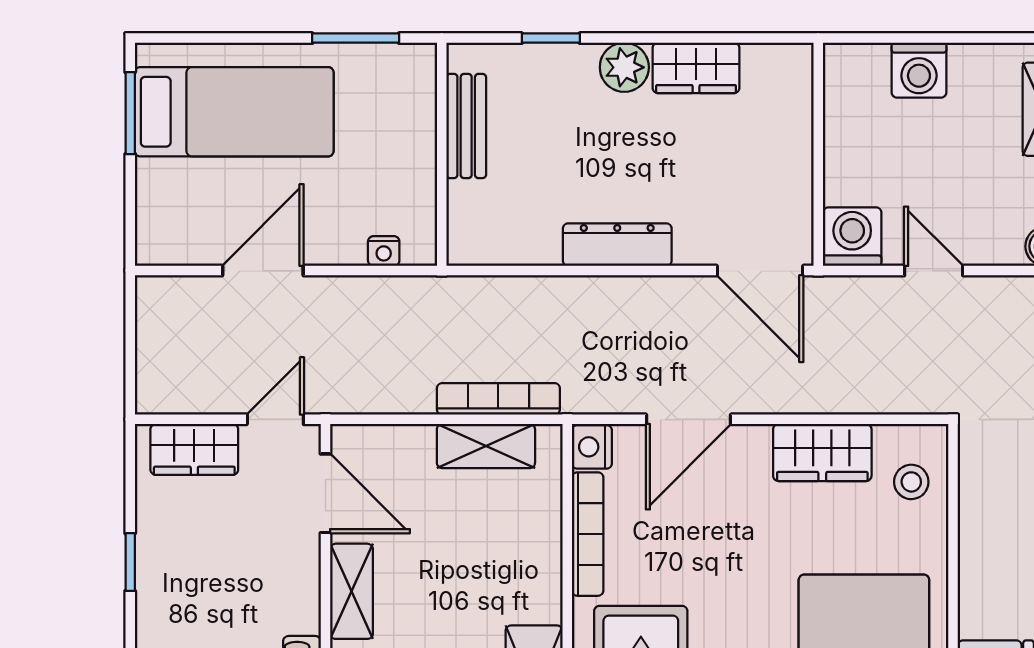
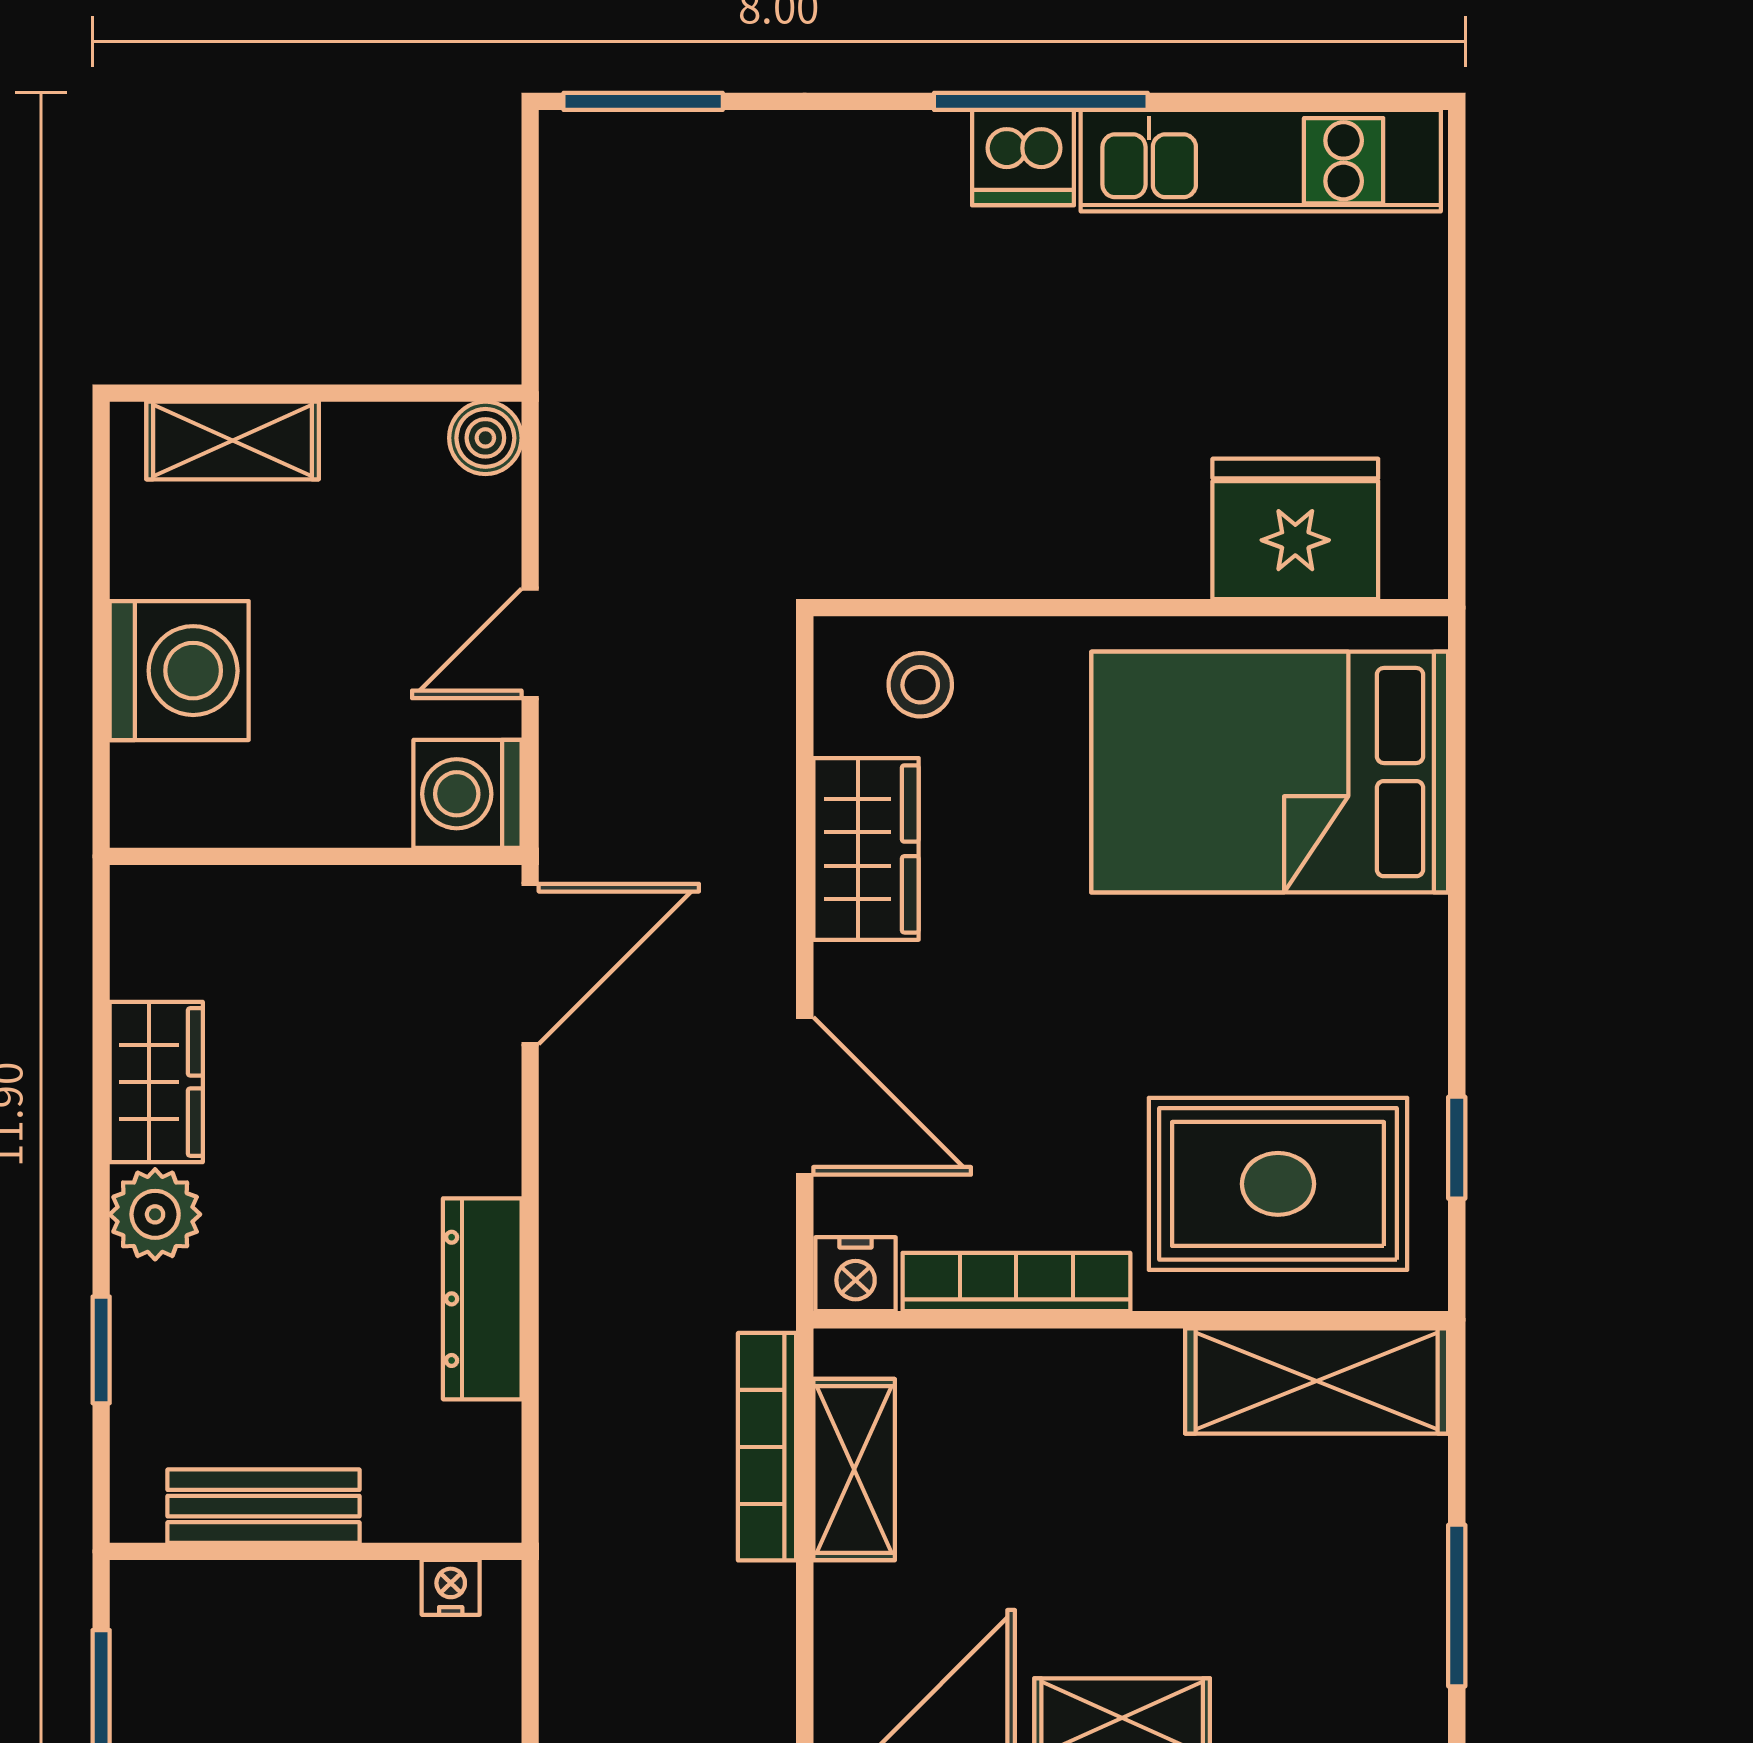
washing machine: (919, 70) -> (179, 671), width x1.37, depth x1.37
dresser: (617, 245) -> (482, 1299), moved
nightstand: (384, 251) -> (451, 1587), moved, turned -90

